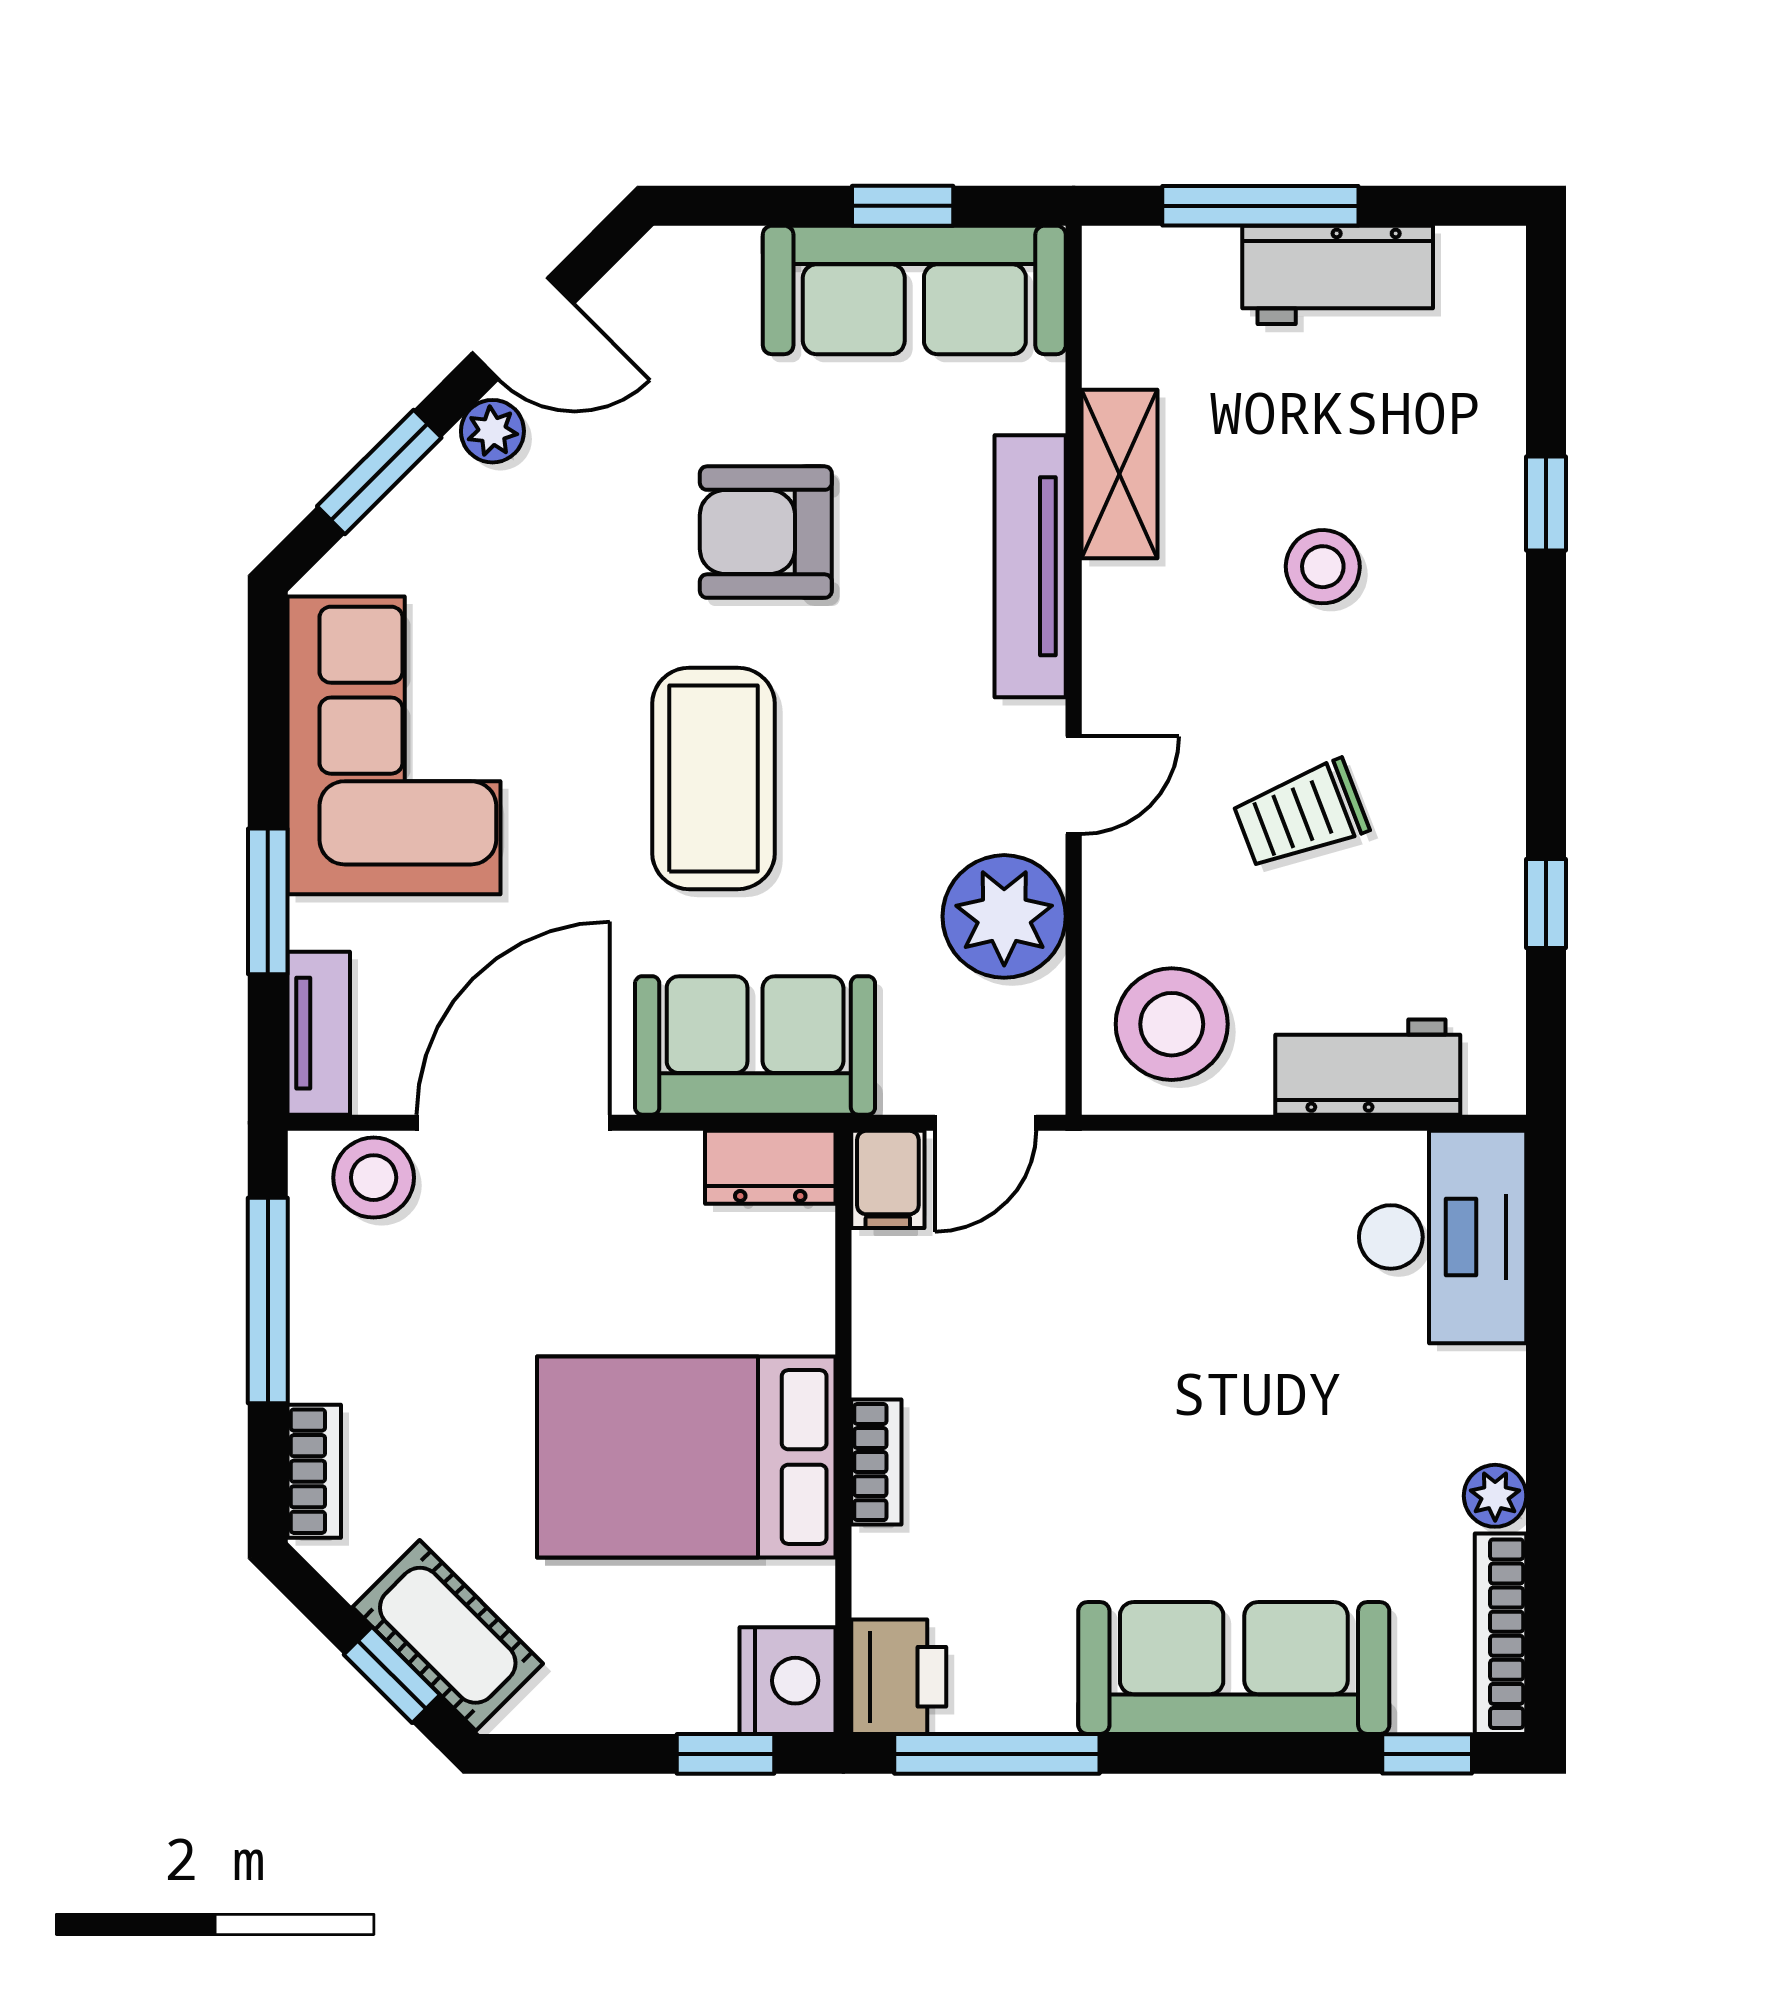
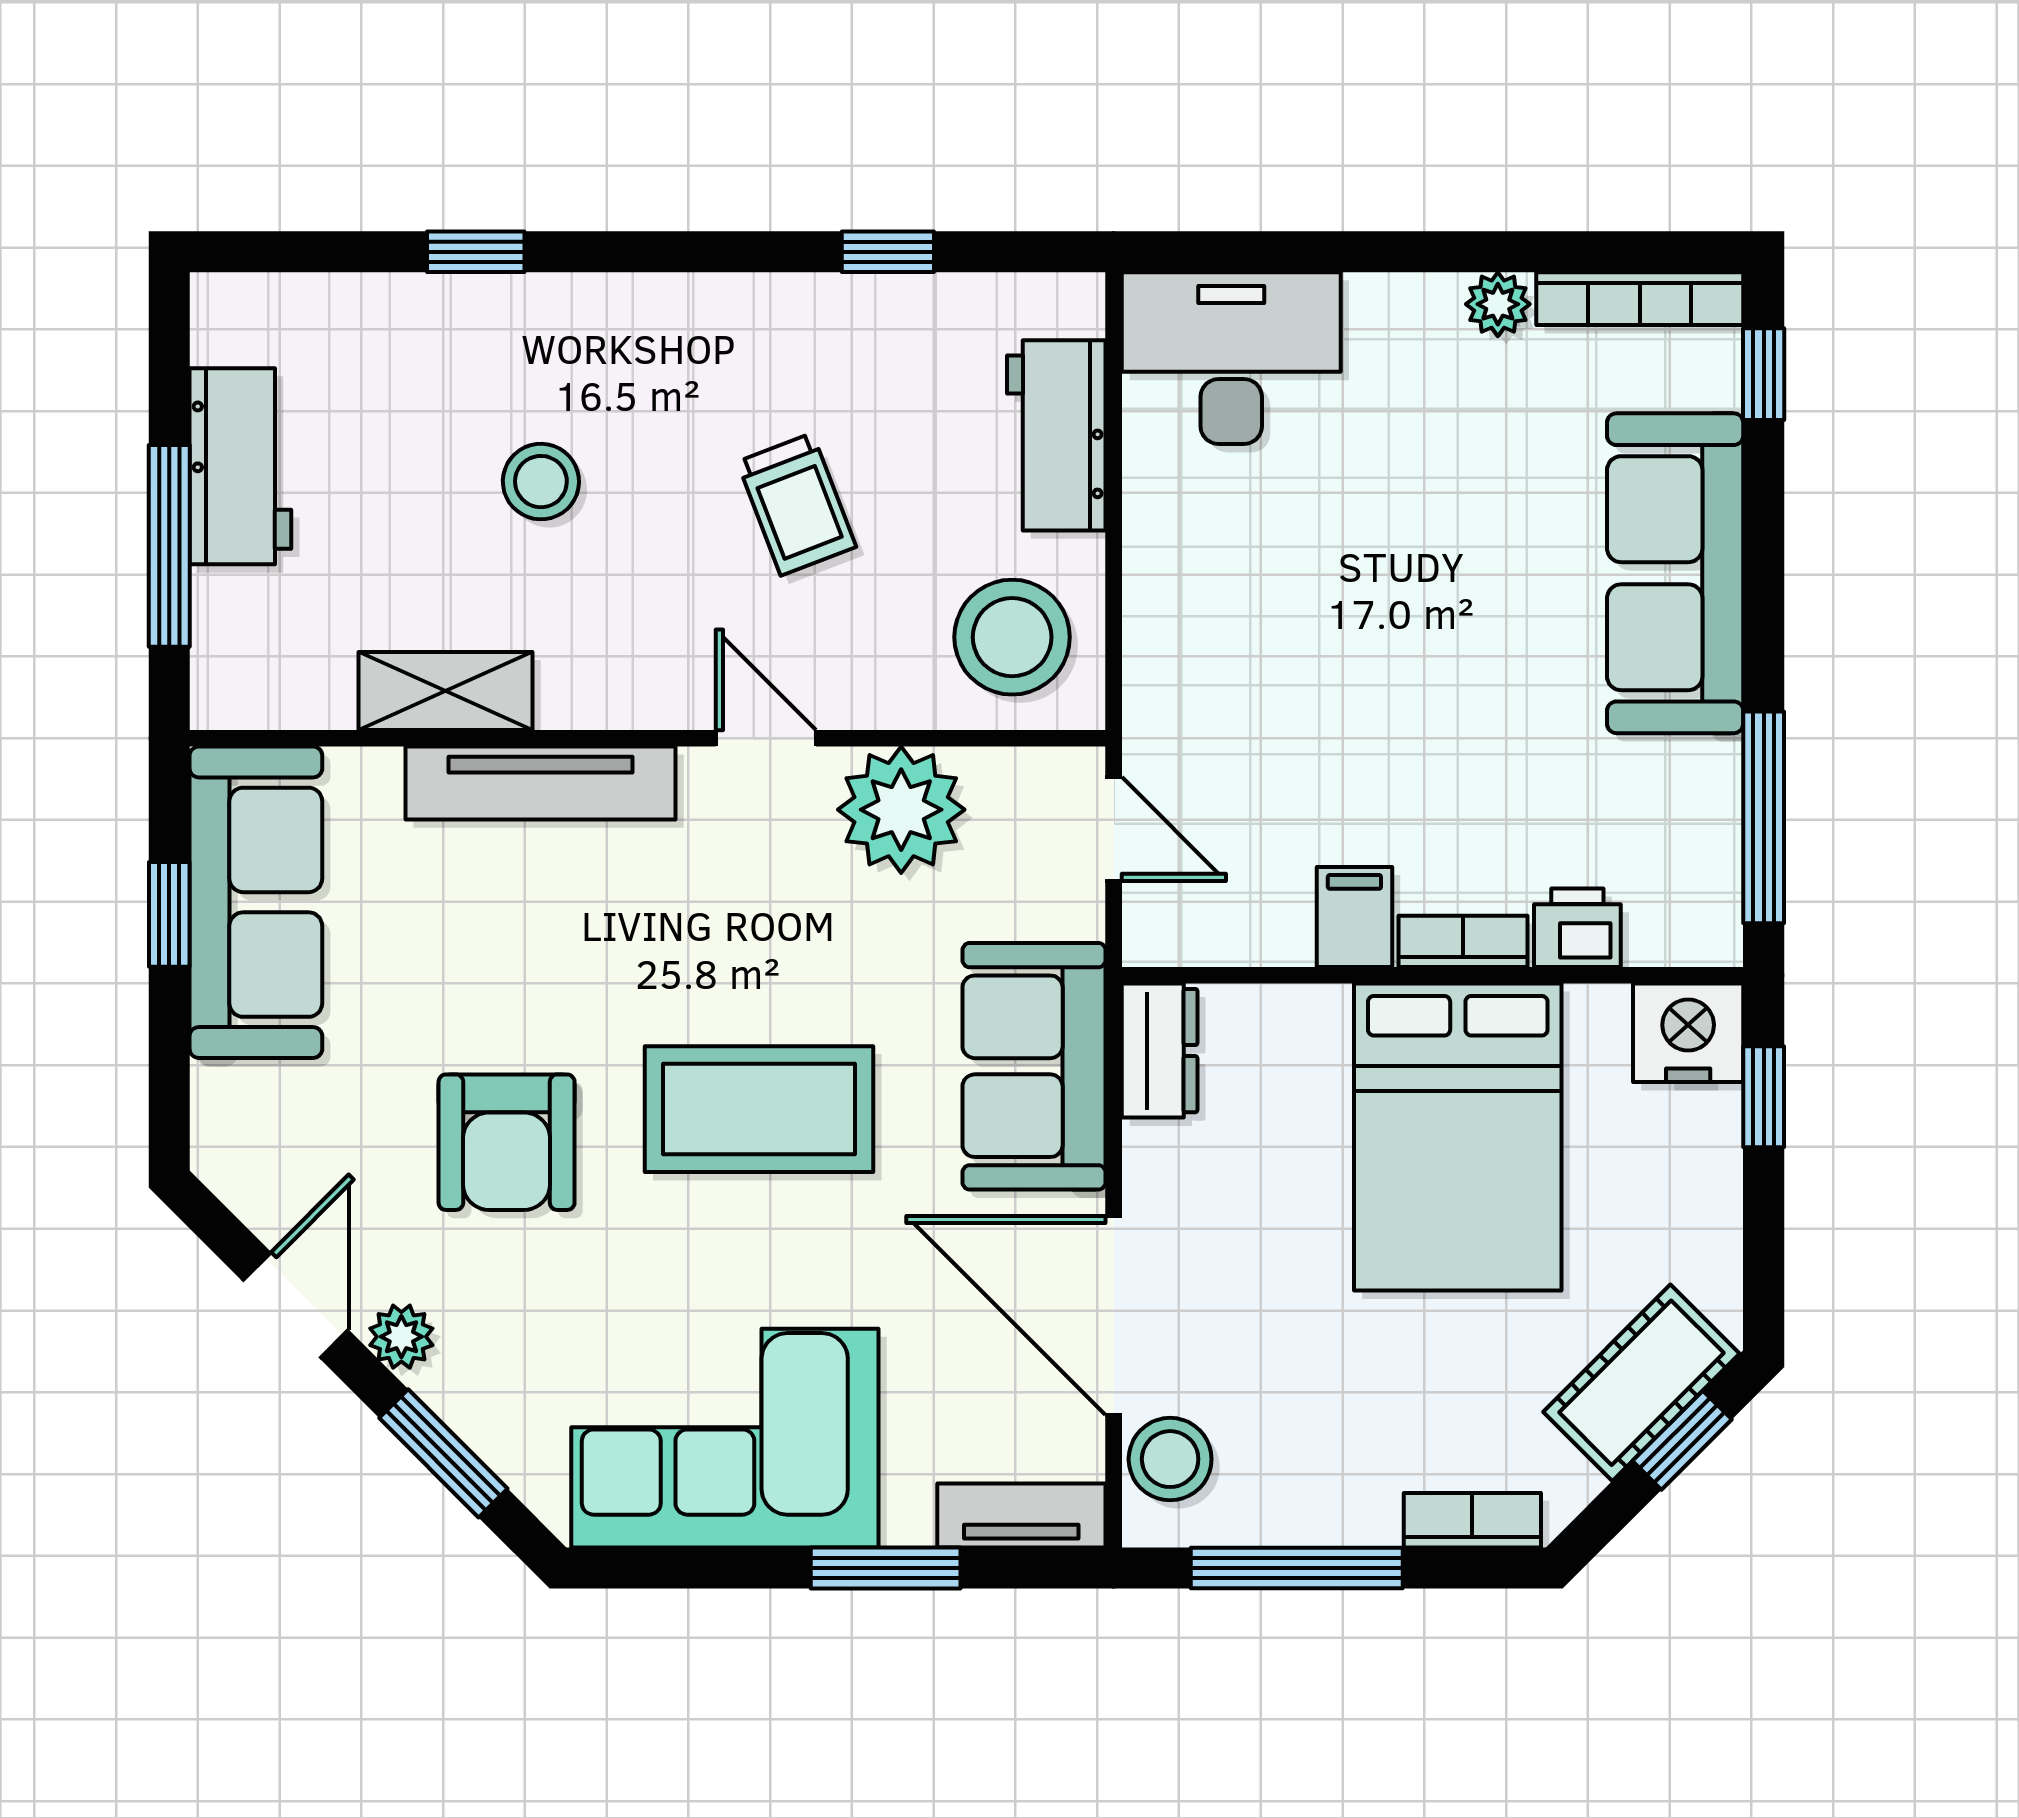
armchair: (766, 532) -> (507, 1142), moved
filing cabinet: (888, 1179) -> (1354, 917), moved, turned -90
printer: (899, 1677) -> (1577, 928), moved, width x0.73, depth x0.81

